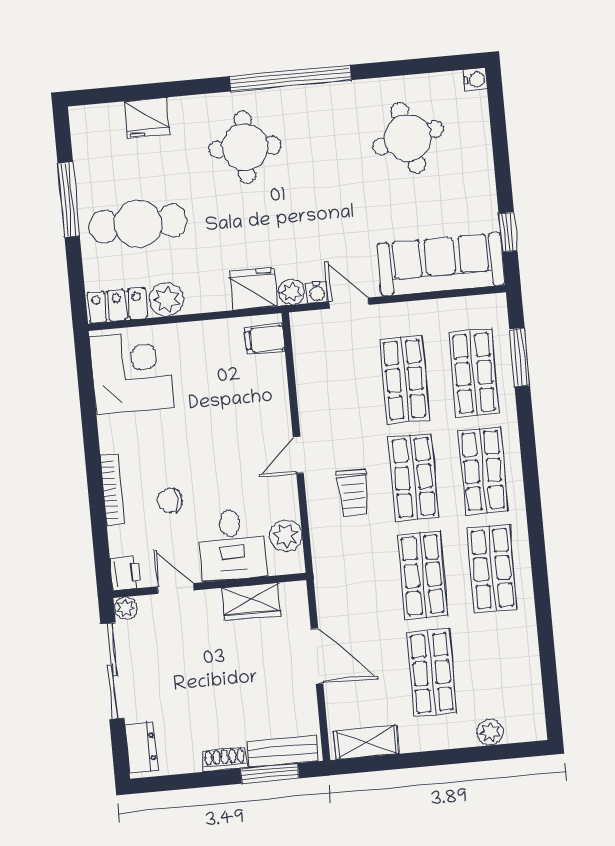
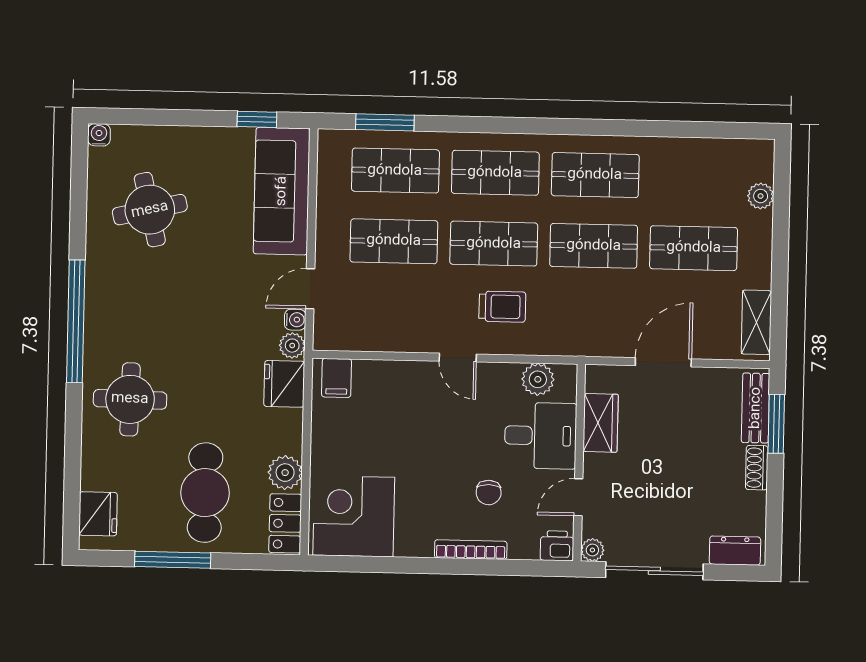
fridge: (147, 118) -> (98, 514), moved
round table: (245, 147) -> (130, 399), moved

